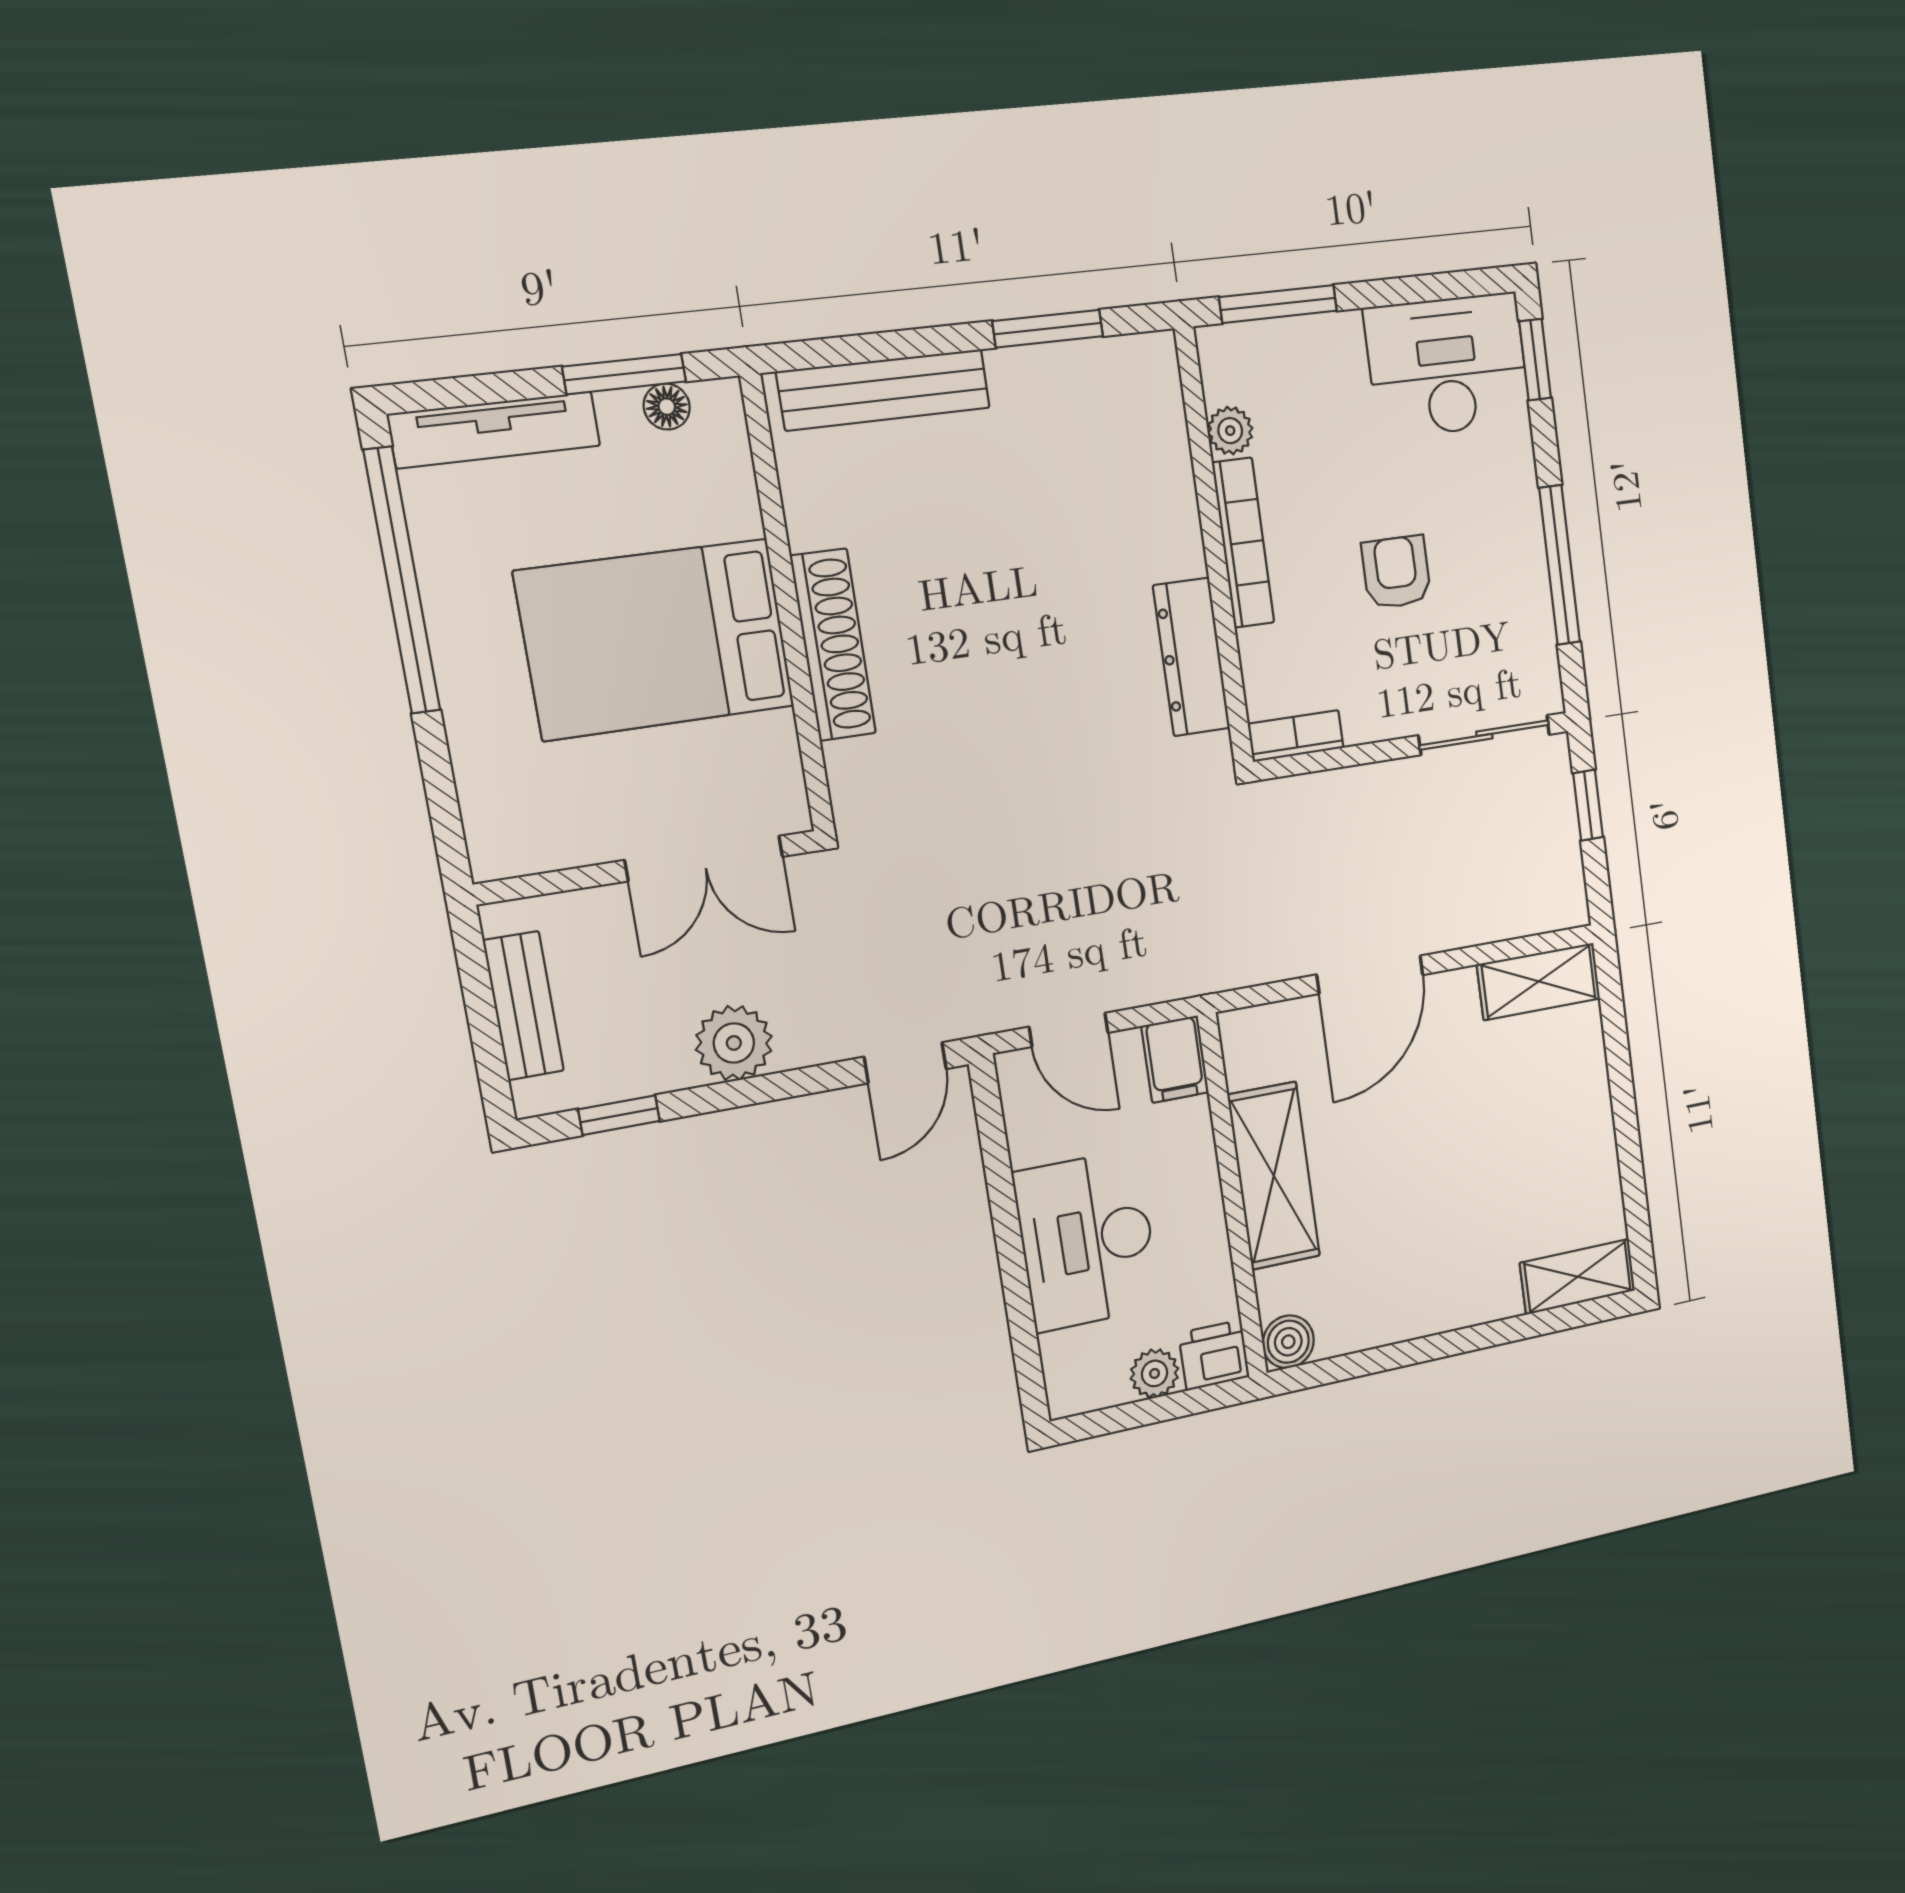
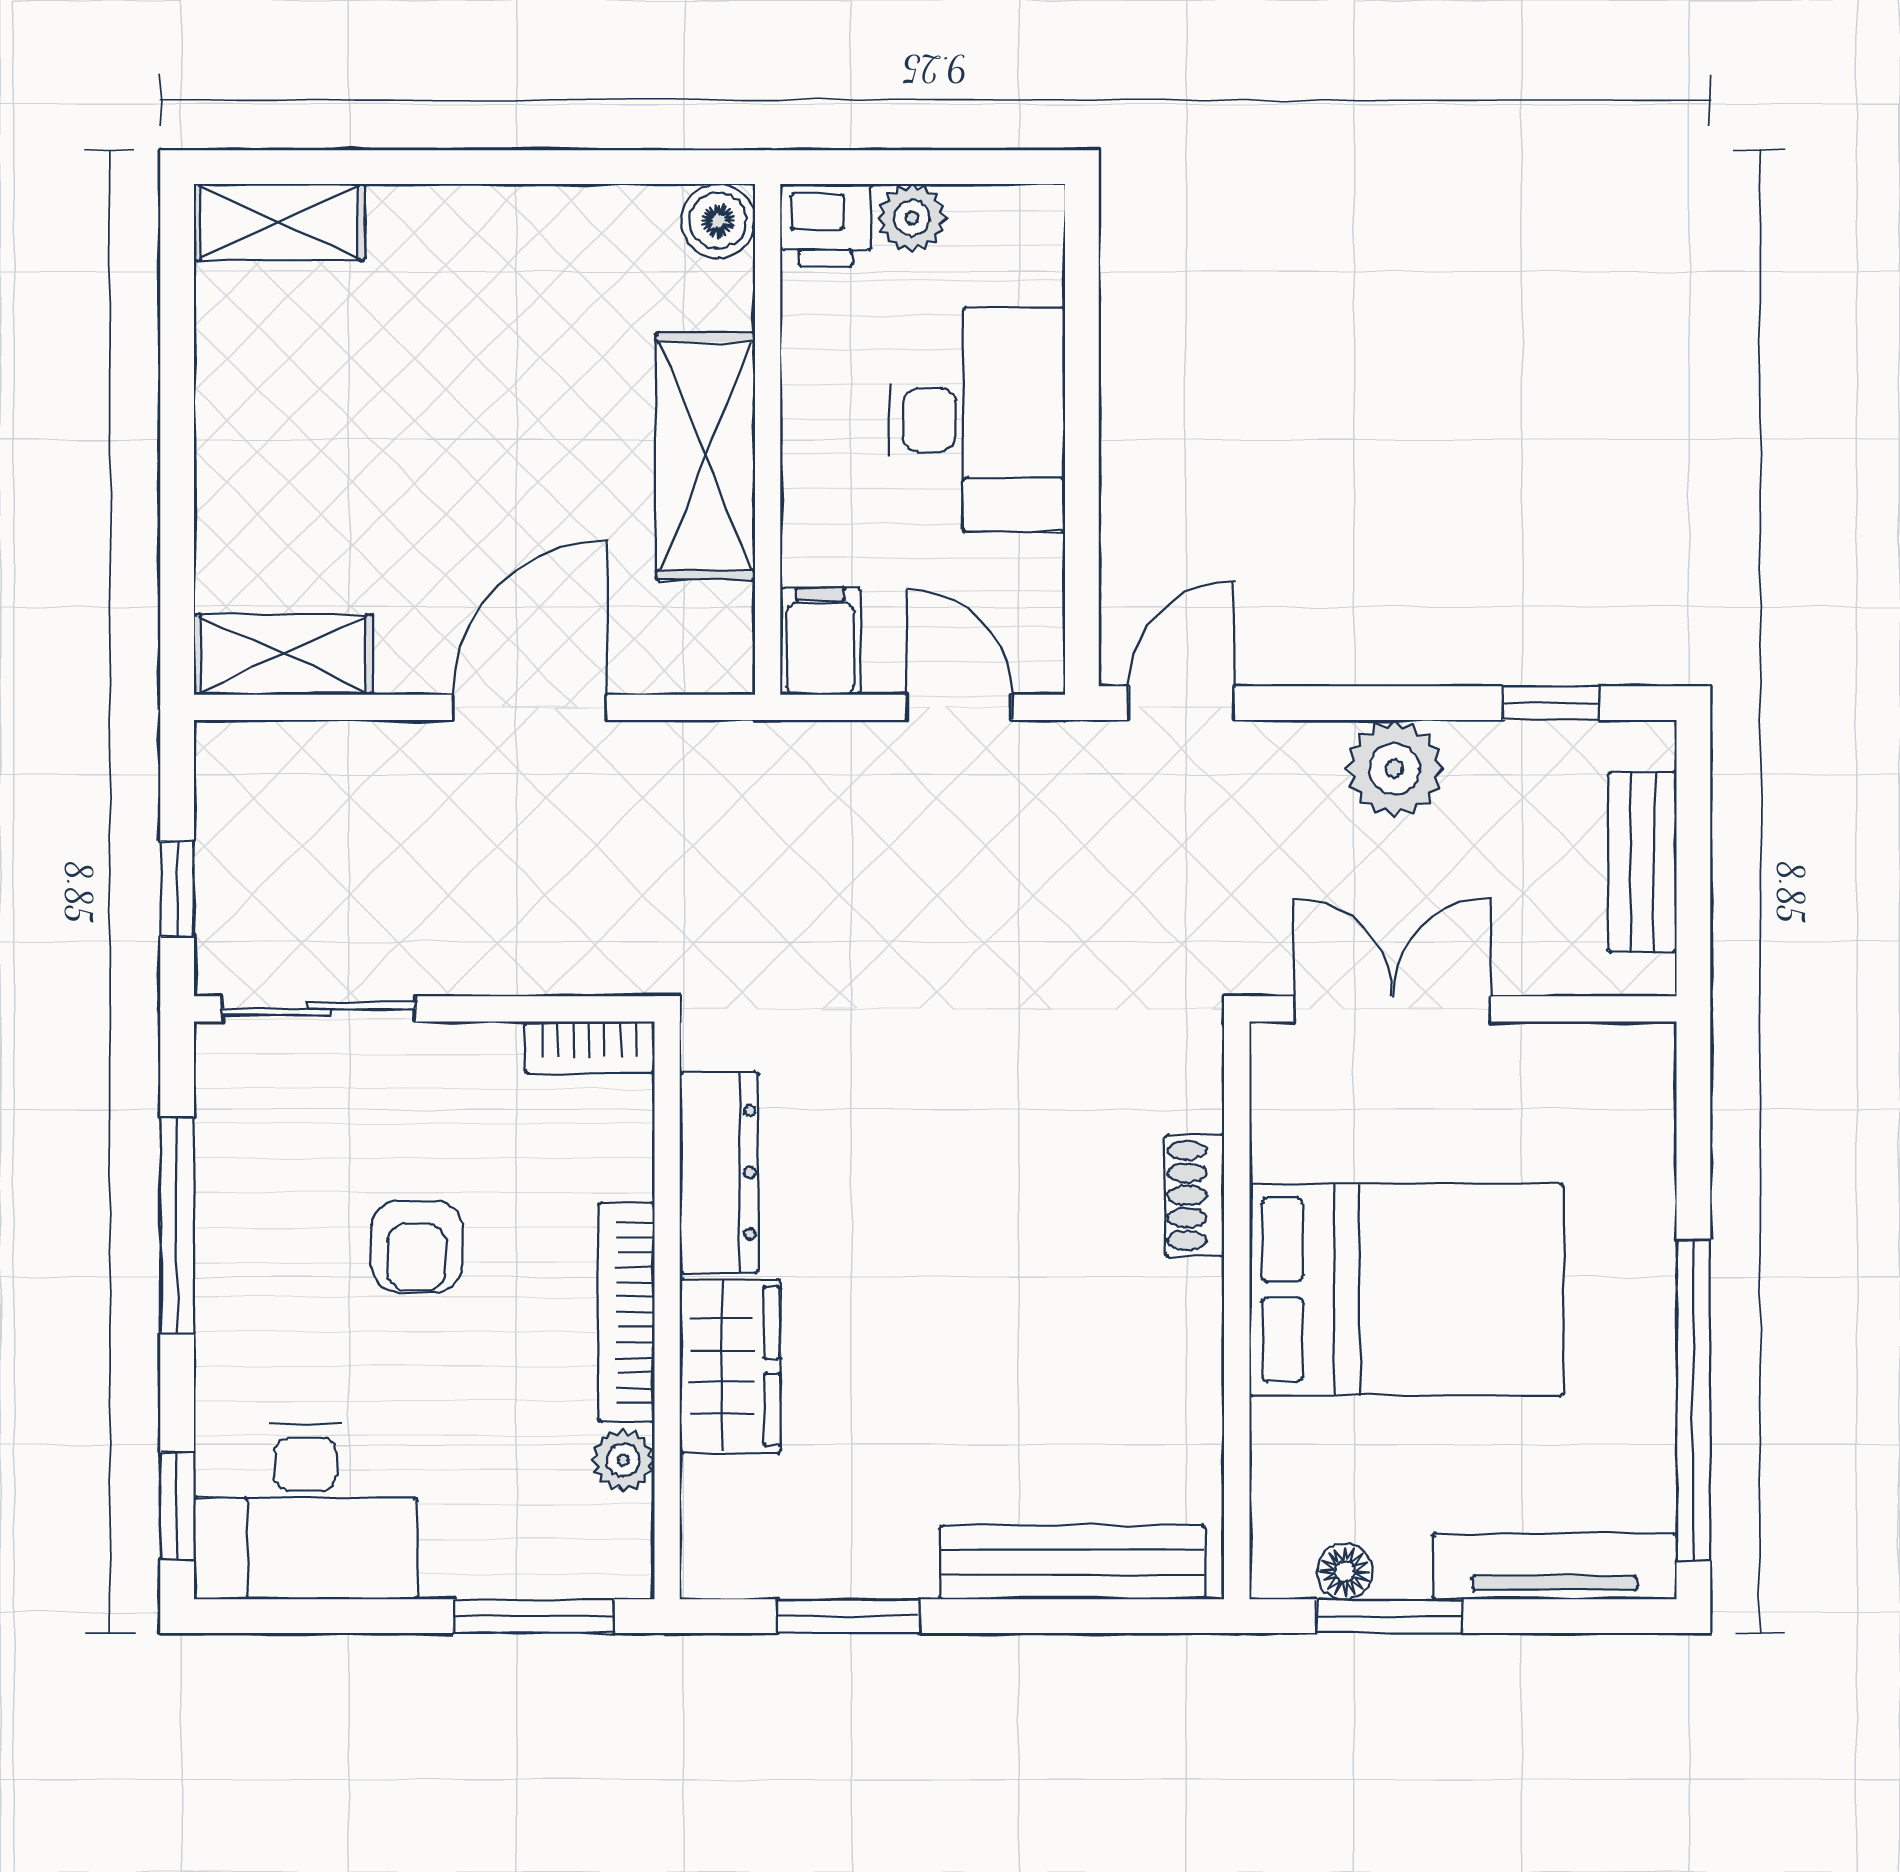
wardrobe: (1163, 512) -> (730, 1366), added
shoe rack: (833, 645) -> (1195, 1195), width x0.51, depth x0.81

